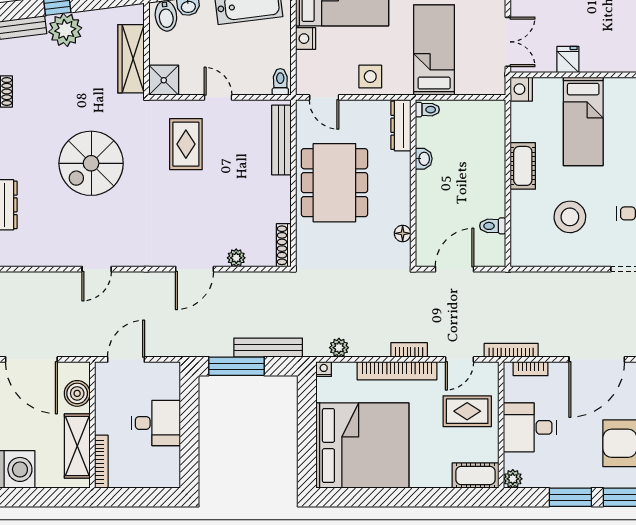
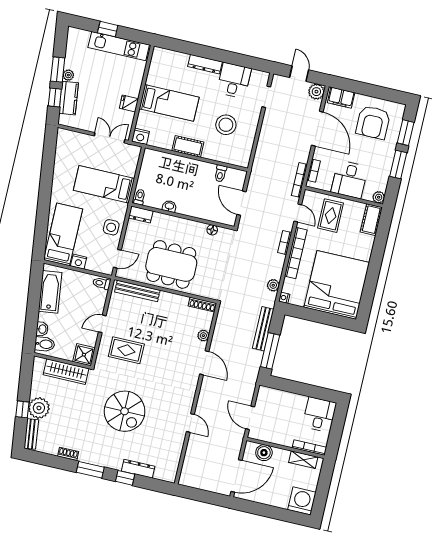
dresser: (401, 125) -> (141, 214), width x0.70
desk: (156, 423) -> (319, 415), moved
shelving: (77, 446) -> (303, 460), width x0.67, depth x0.75

